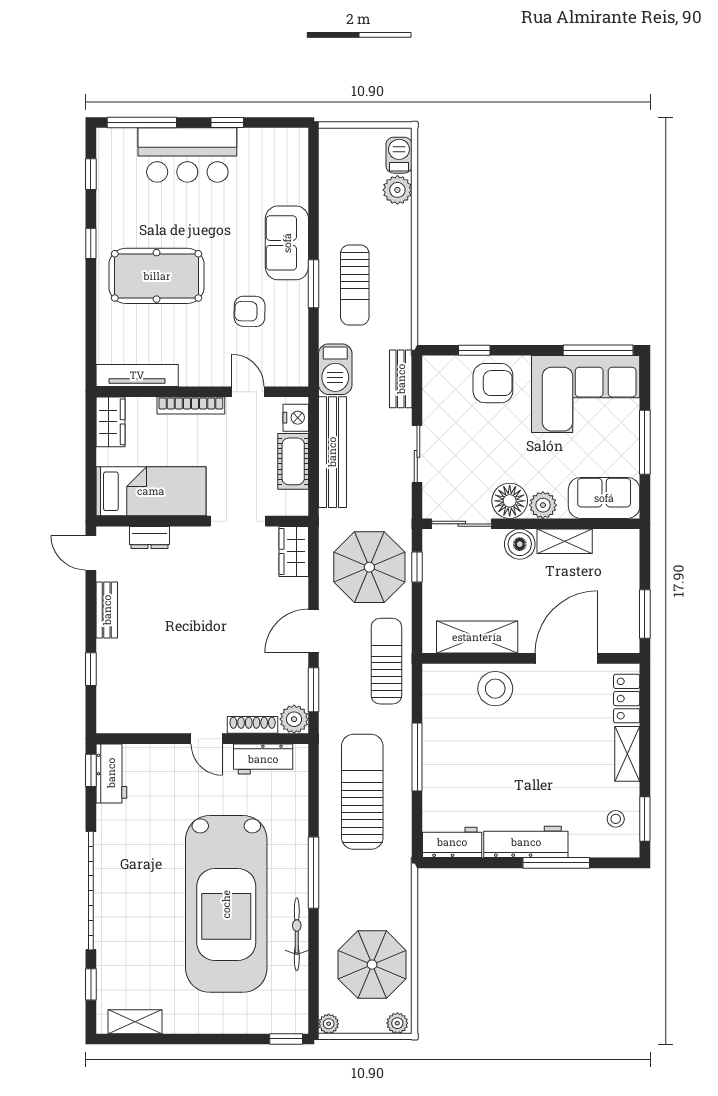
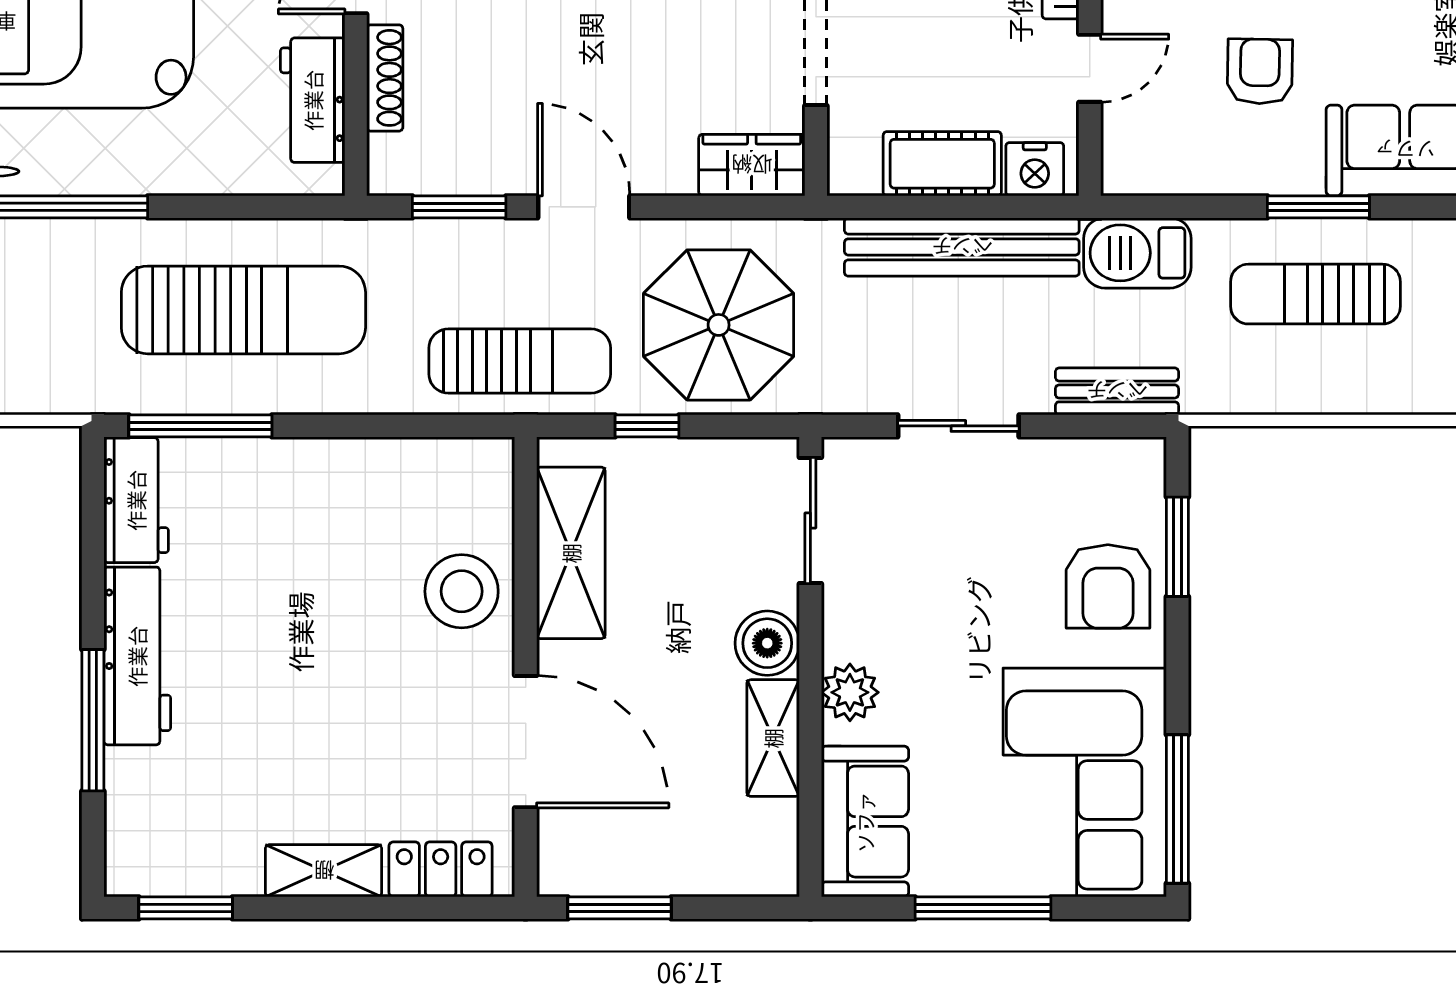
window: (474, 350) -> (1177, 547), width x1.50
floor lamp: (510, 501) -> (859, 622), removed
window: (417, 567) -> (647, 426), moved
plant: (294, 719) -> (397, 166), removed
window: (417, 757) -> (200, 426), moved
stool: (616, 819) -> (186, 846), removed

